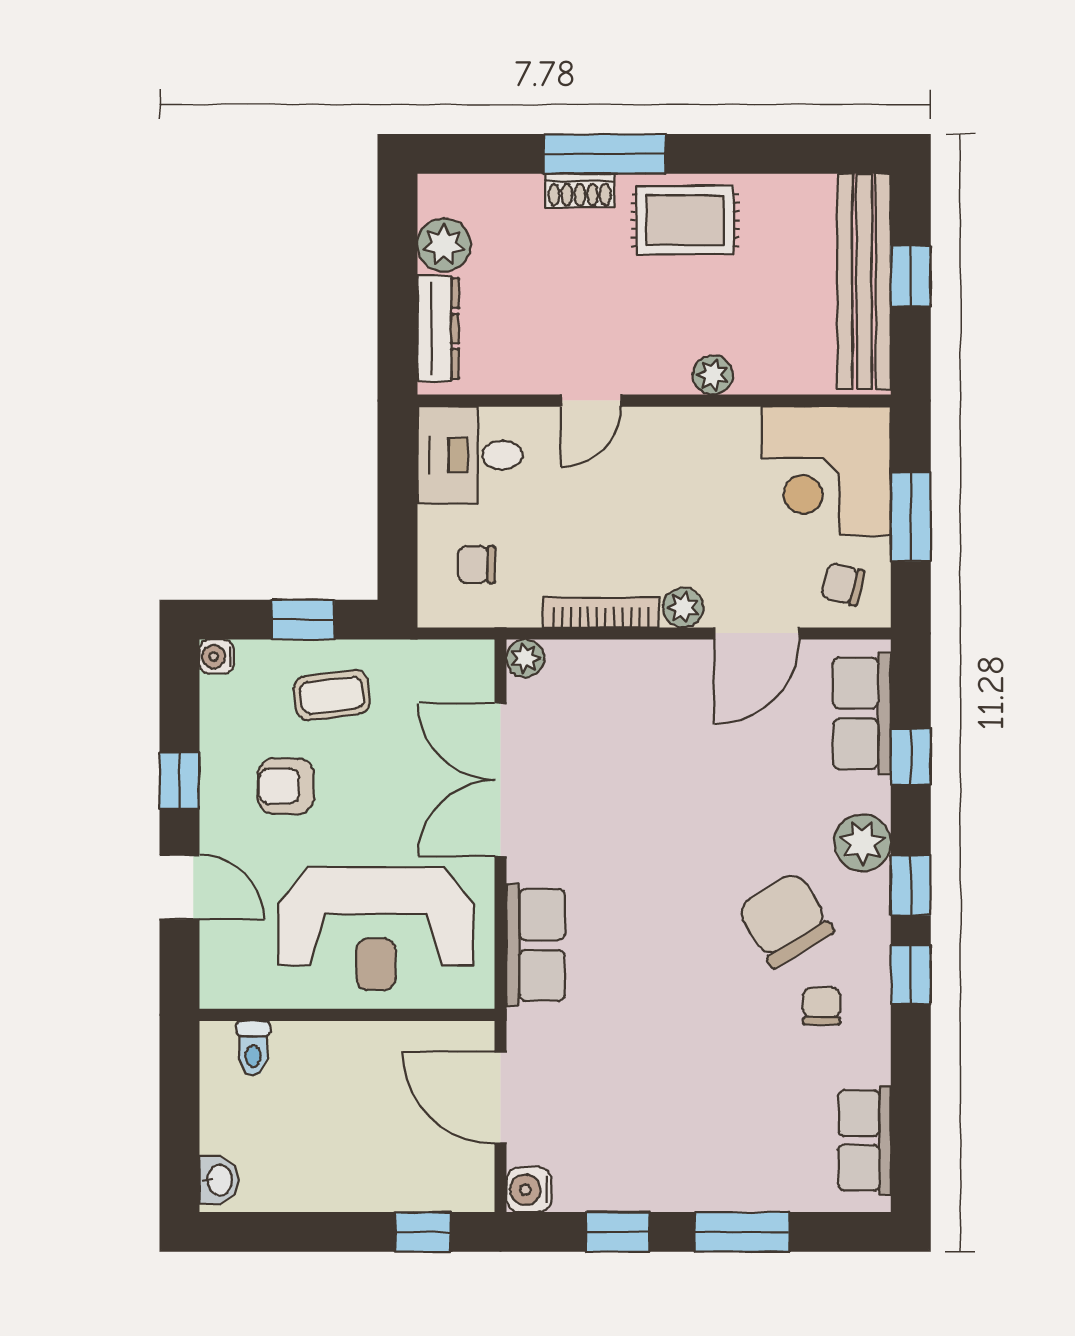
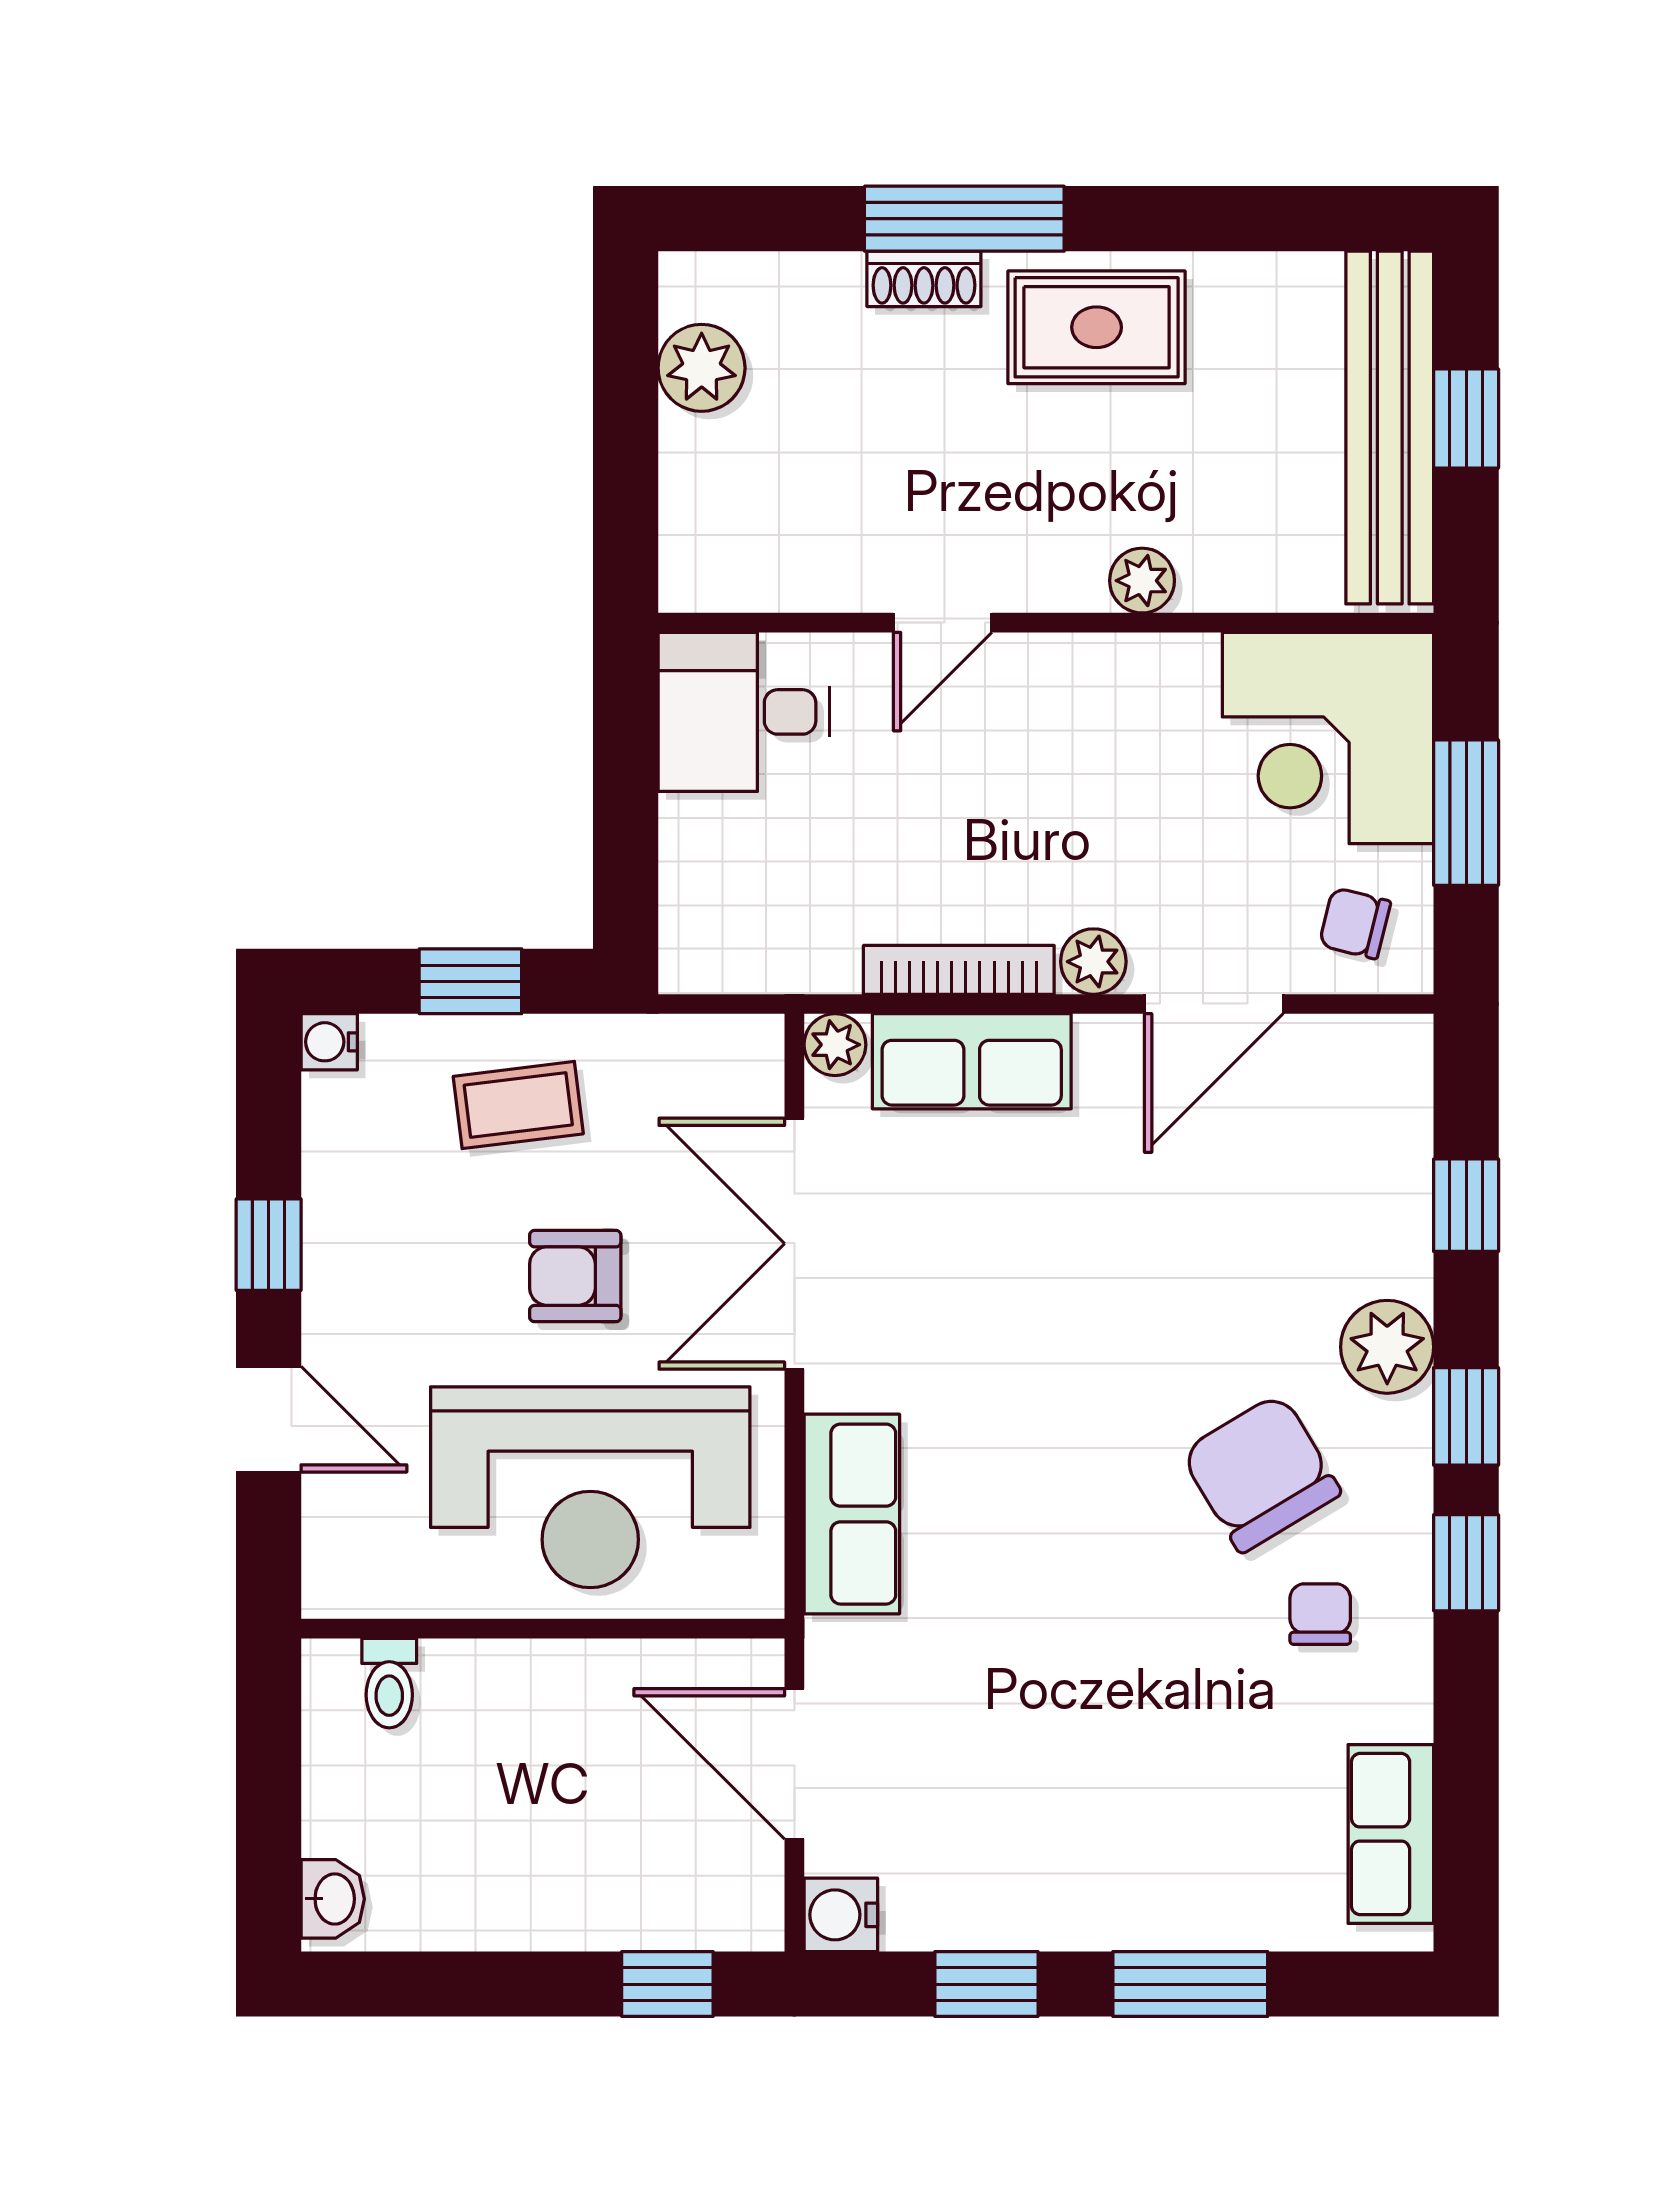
dresser: (438, 329) -> (692, 505), removed
chair: (477, 565) -> (755, 891), removed
row of seats: (862, 713) -> (972, 1061), moved, turned -90
armchair: (286, 786) -> (575, 1276), moved

